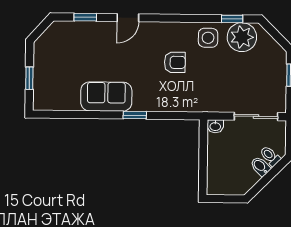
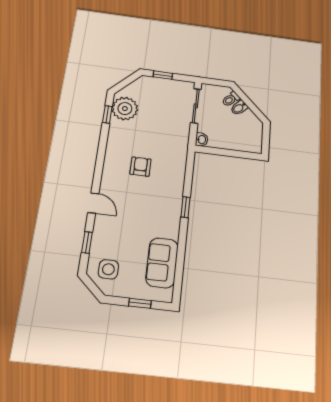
side table: (208, 38) -> (108, 269), moved
sofa: (106, 97) -> (162, 263), moved

